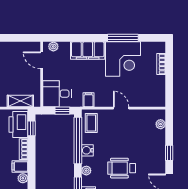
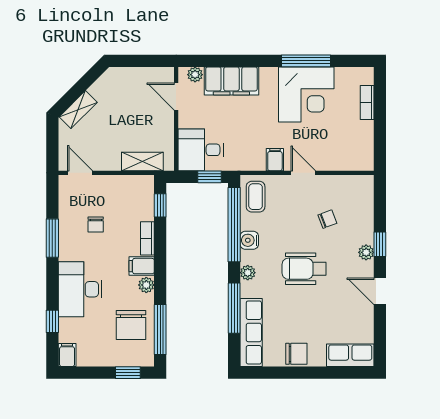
filing cabinet: (88, 51) -> (231, 81), moved
filing cabinet: (88, 100) -> (275, 160), moved
plant: (161, 124) -> (366, 252), moved
printer: (18, 125) -> (139, 199), removed
chair: (136, 137) -> (327, 219), added

